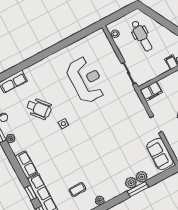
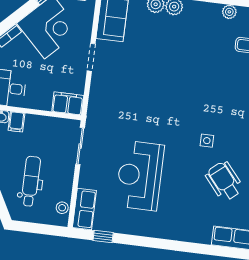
window: (83, 34) -> (103, 237), added
row of seats: (103, 41) -> (84, 209), added

